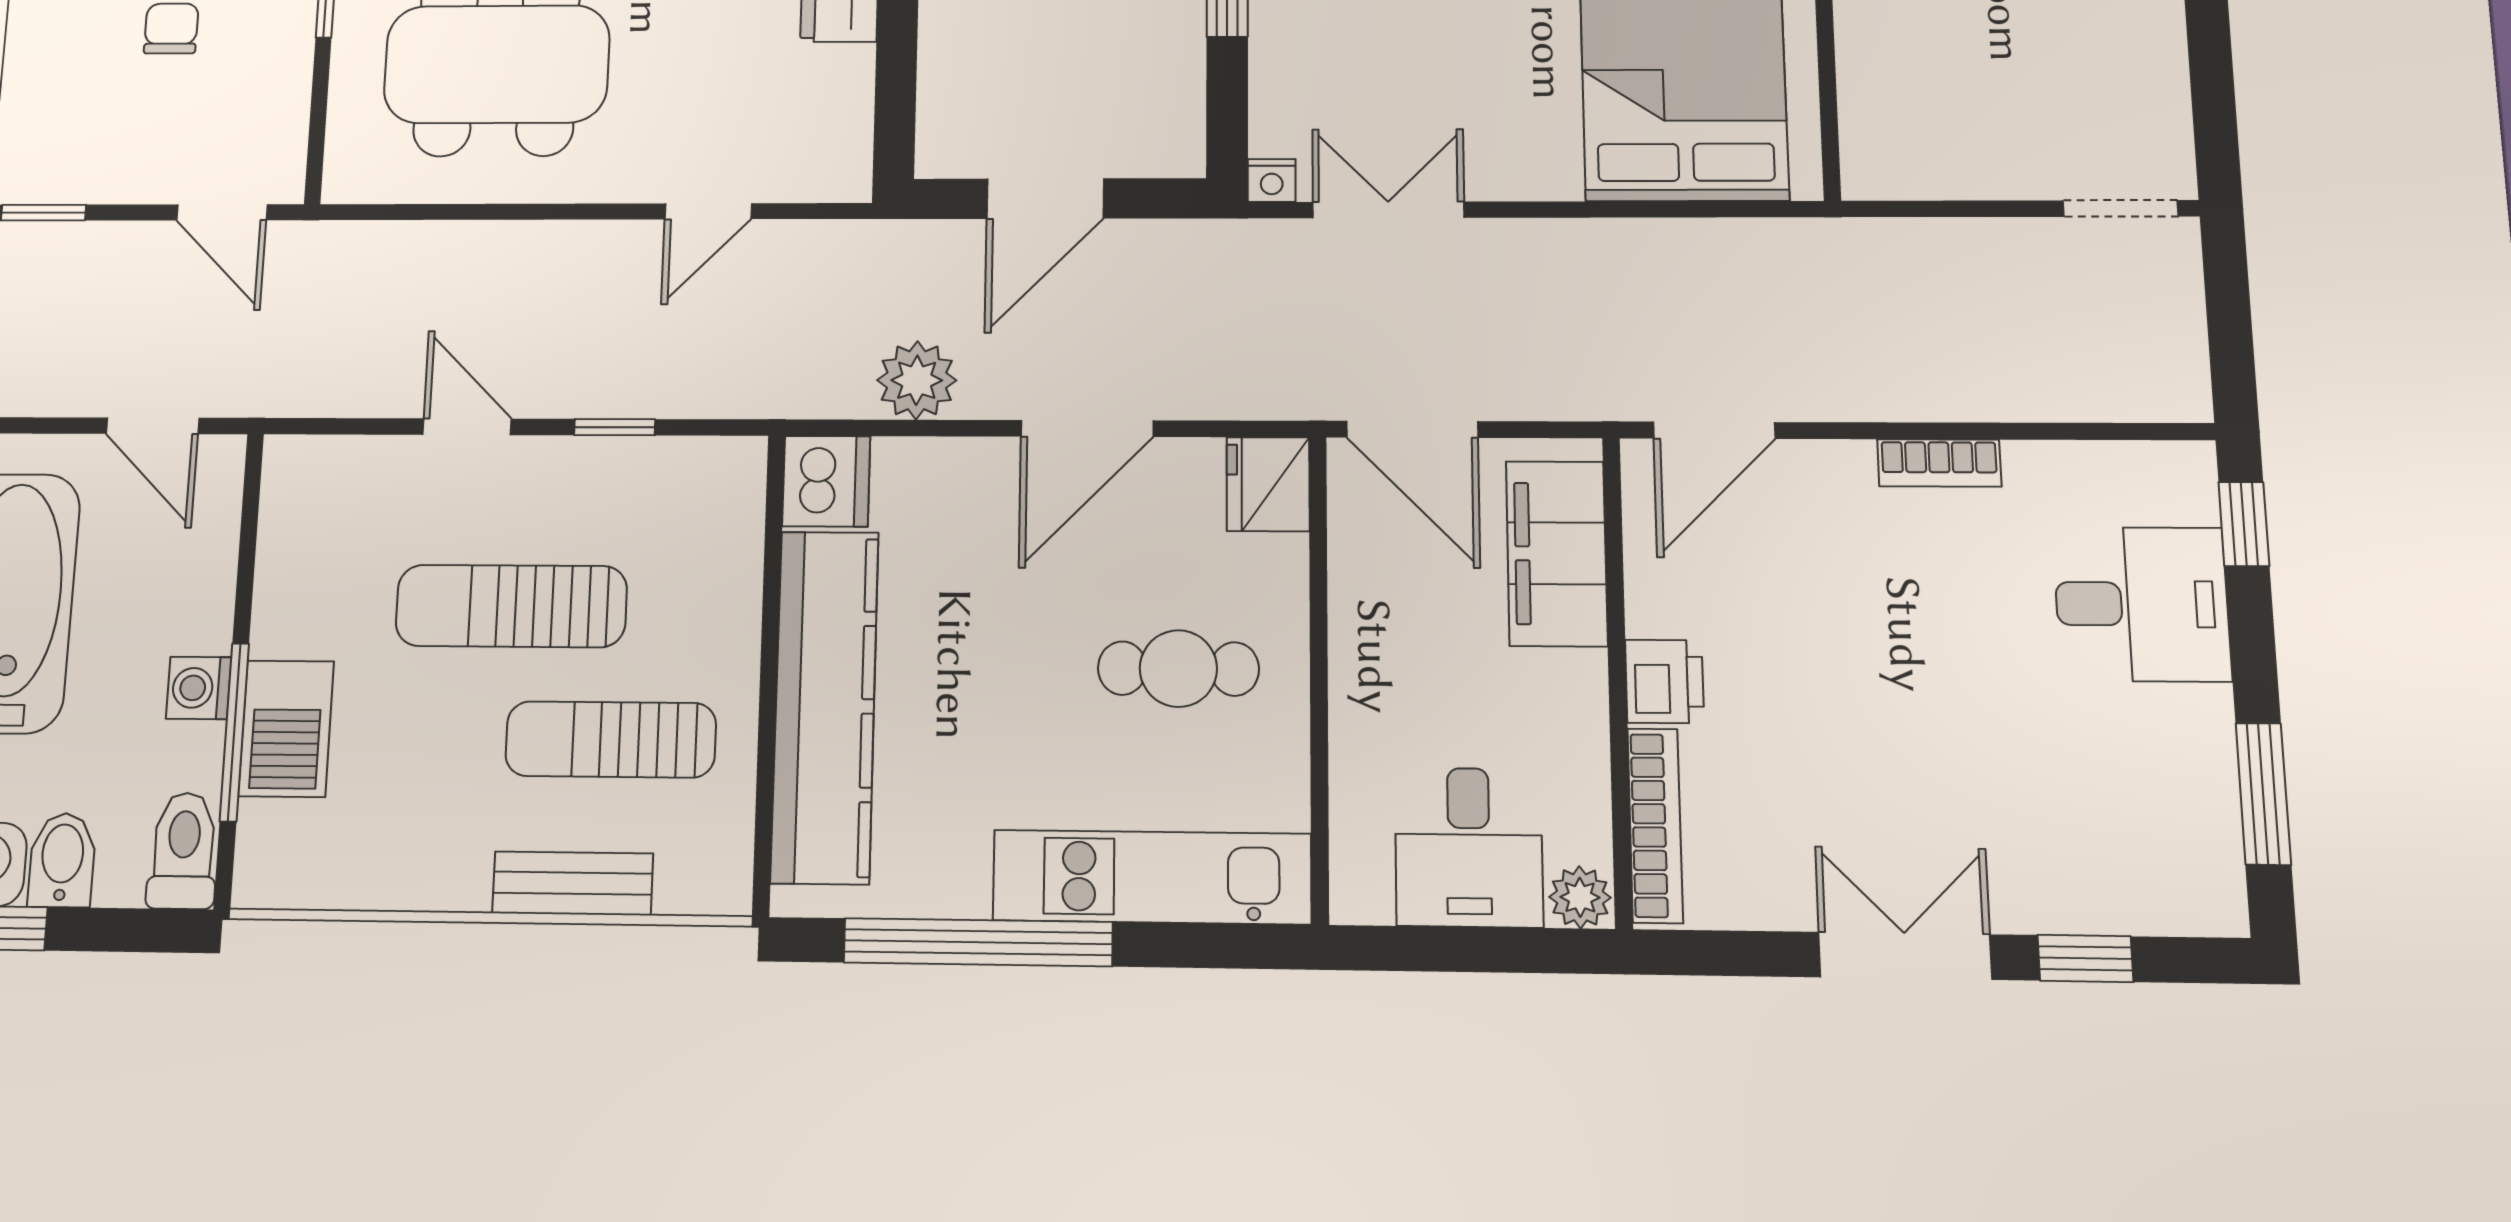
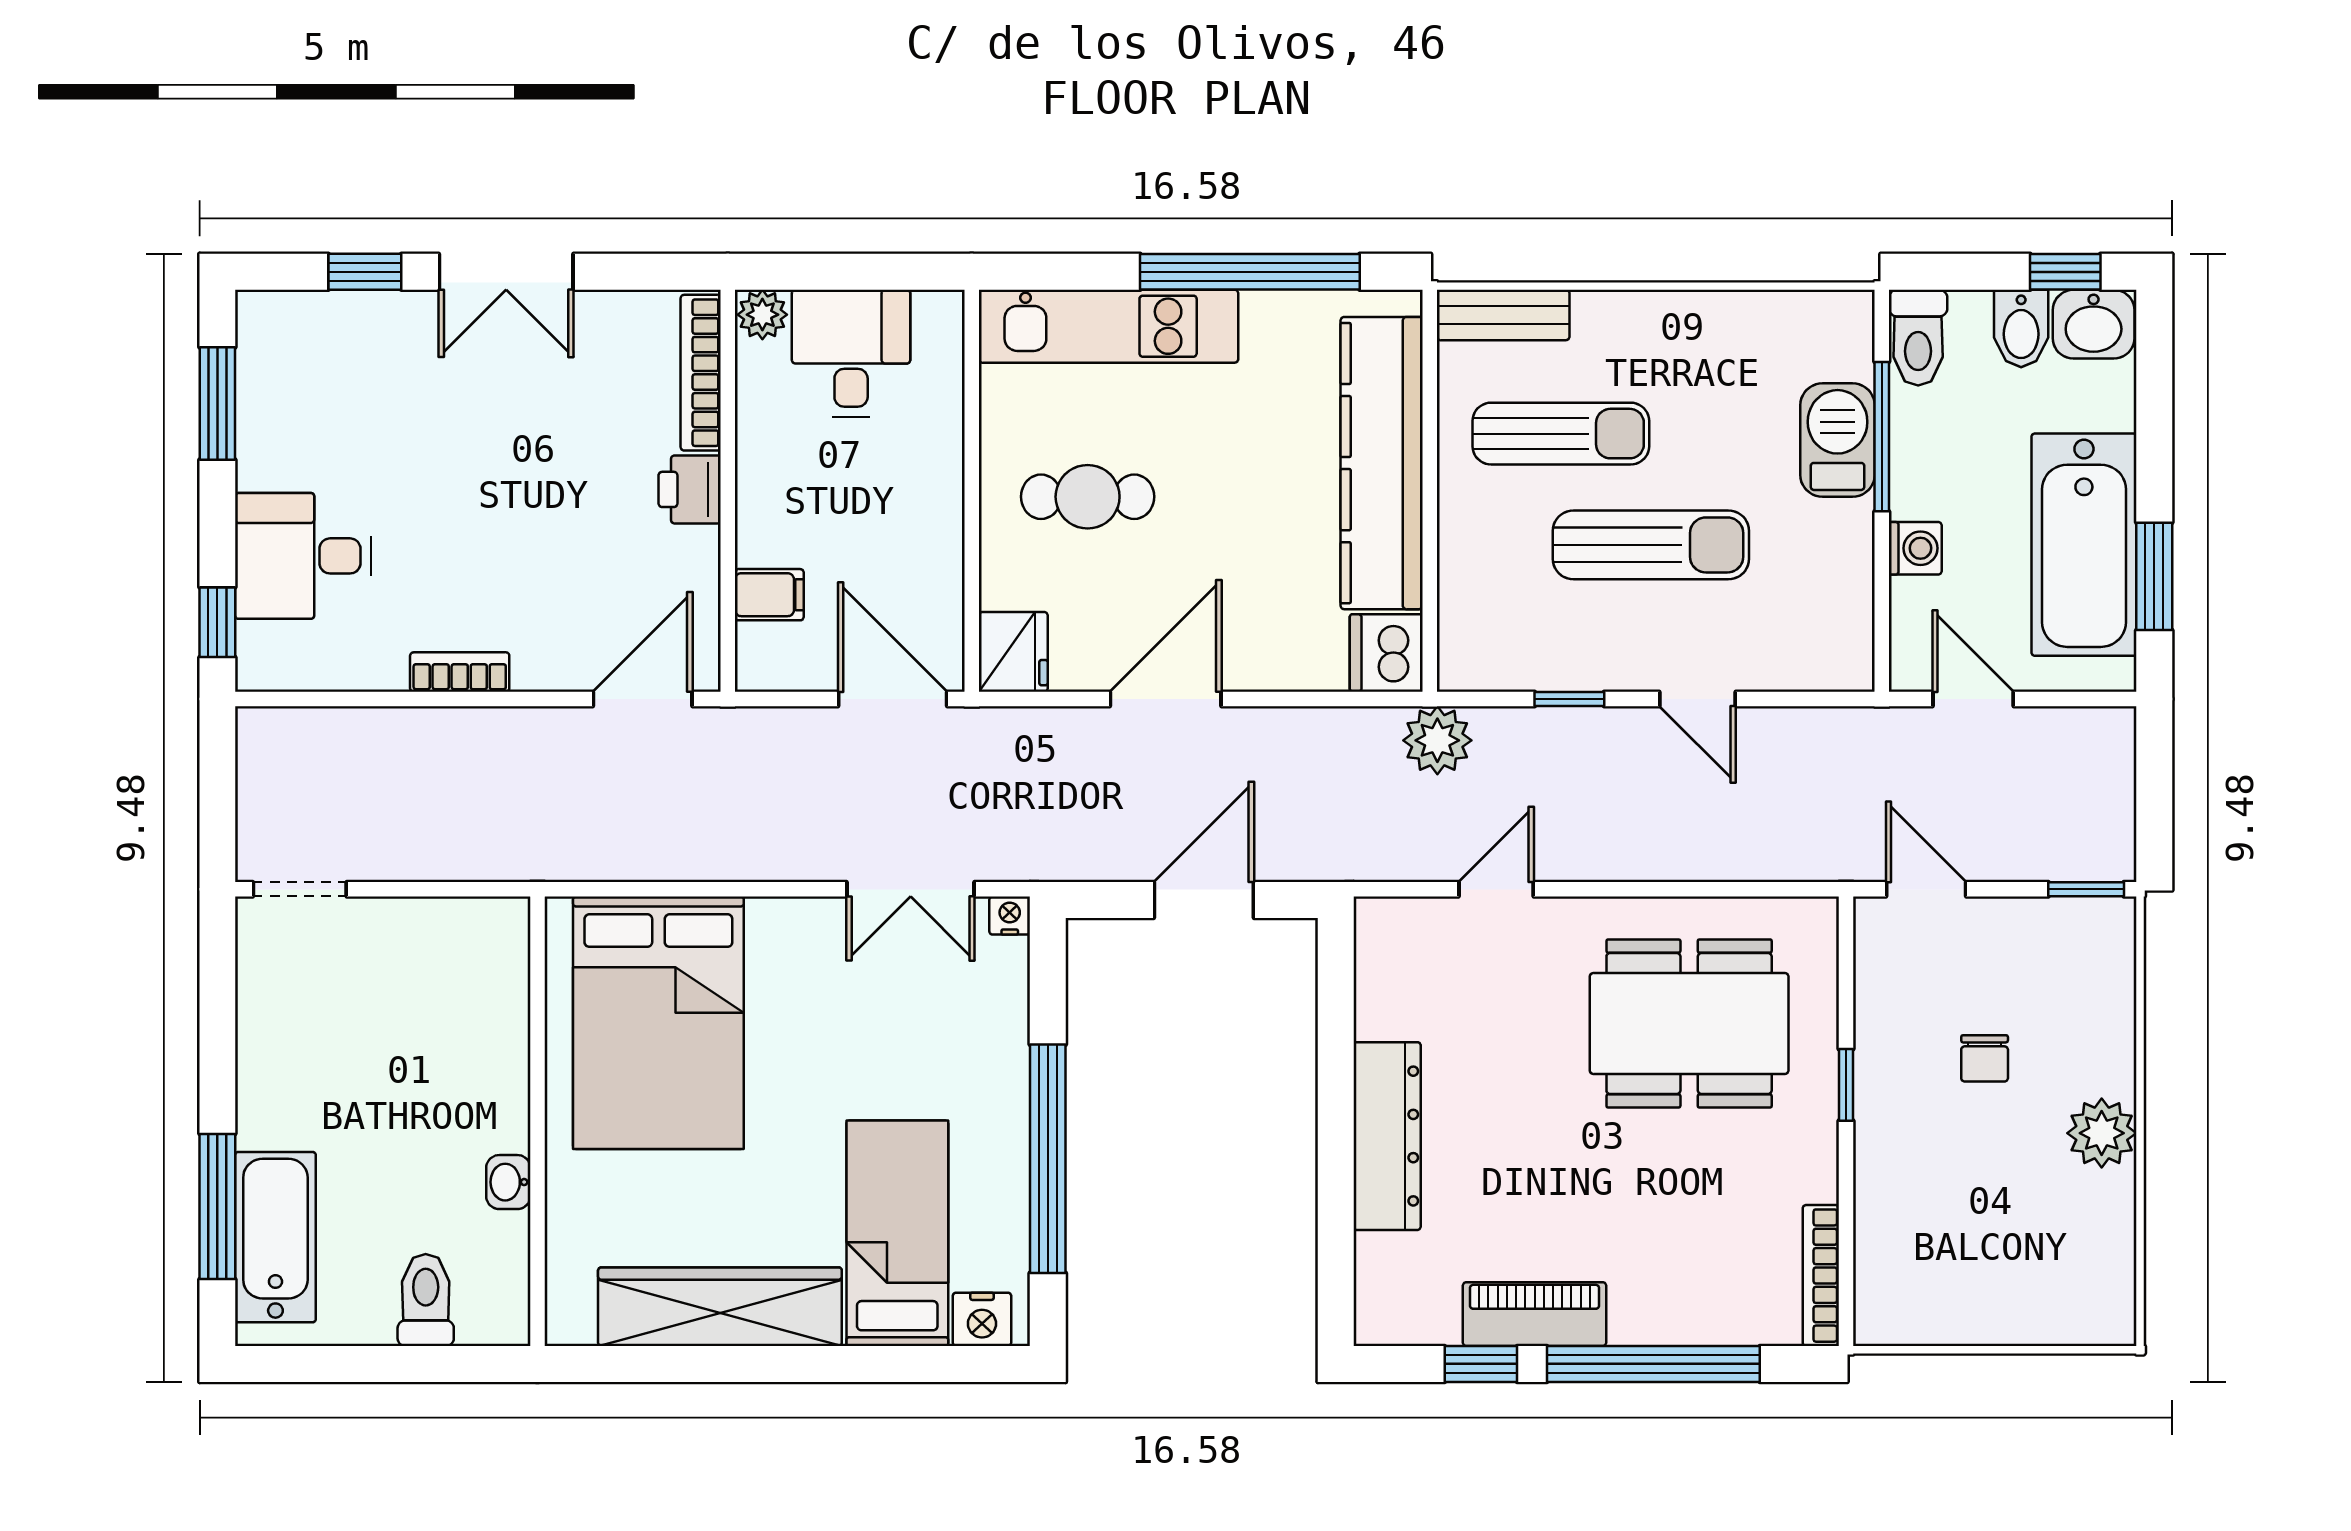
plant: (917, 380) -> (1437, 740), moved
filing cabinet: (1557, 553) -> (769, 595), width x0.33, depth x0.86
washing machine: (199, 688) -> (1915, 548), moved
bench: (573, 883) -> (1503, 315), moved

